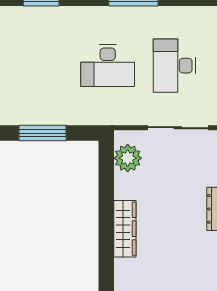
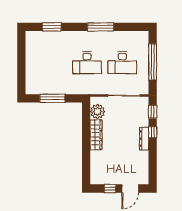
desk: (174, 66) -> (122, 63), turned -90
wardrobe: (125, 229) -> (96, 135), moved

